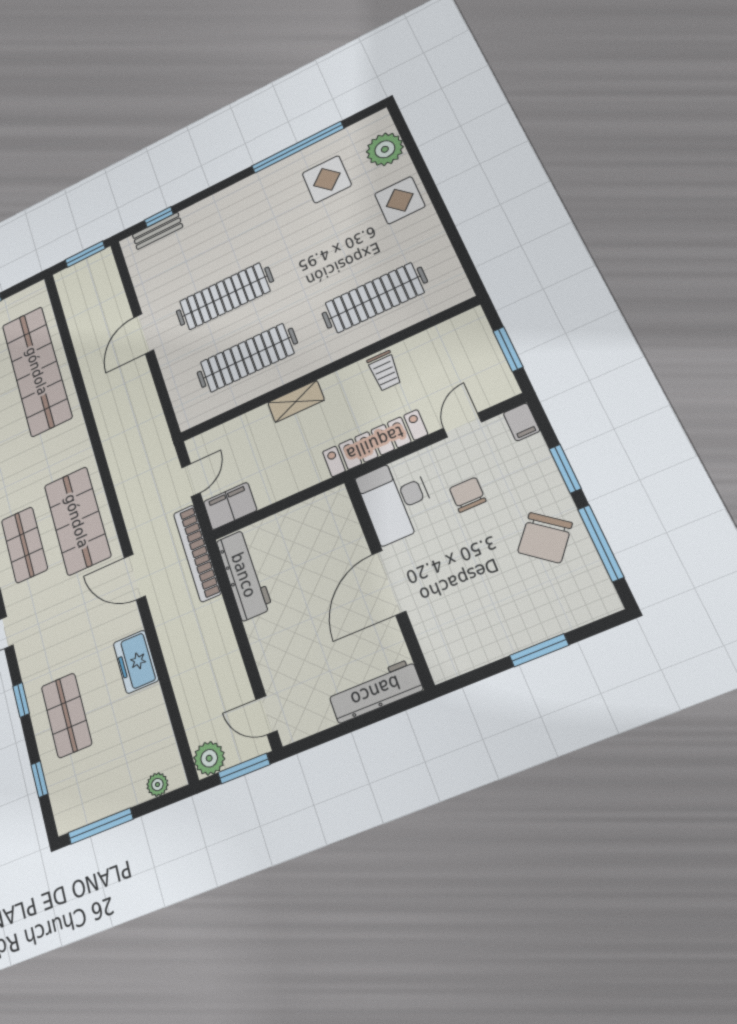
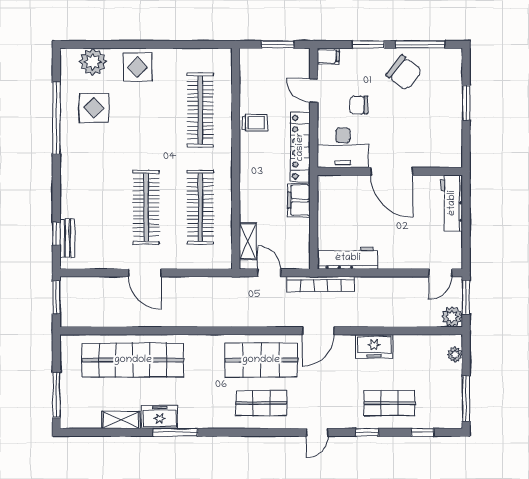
shelving: (296, 401) -> (248, 241), moved
filing cabinet: (230, 506) -> (299, 200), moved

